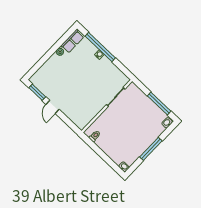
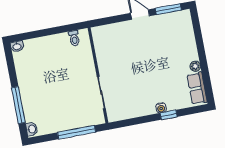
window: (100, 47) -> (169, 115), width x0.32
window: (159, 104) -> (77, 132), moved
window: (151, 149) -> (18, 105), moved

